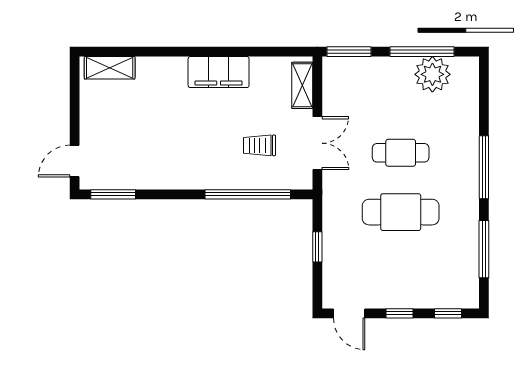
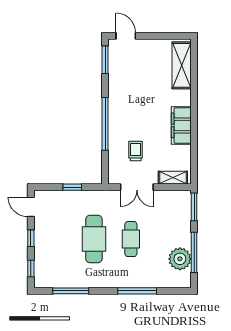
shelving: (110, 68) -> (182, 65), width x1.50, depth x1.33
window: (484, 167) -> (137, 291), moved
window: (248, 194) -> (105, 124), moved
door: (349, 313) -> (31, 207), hinge flipped

